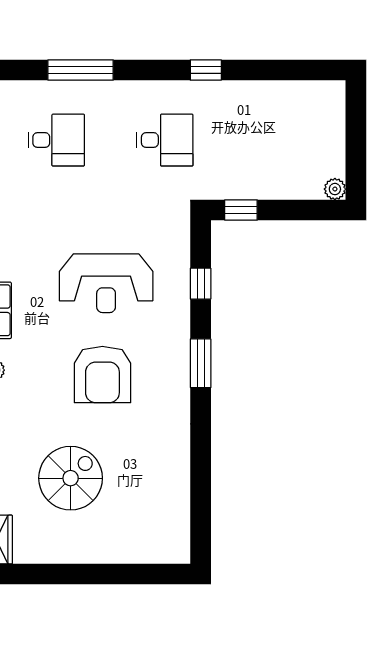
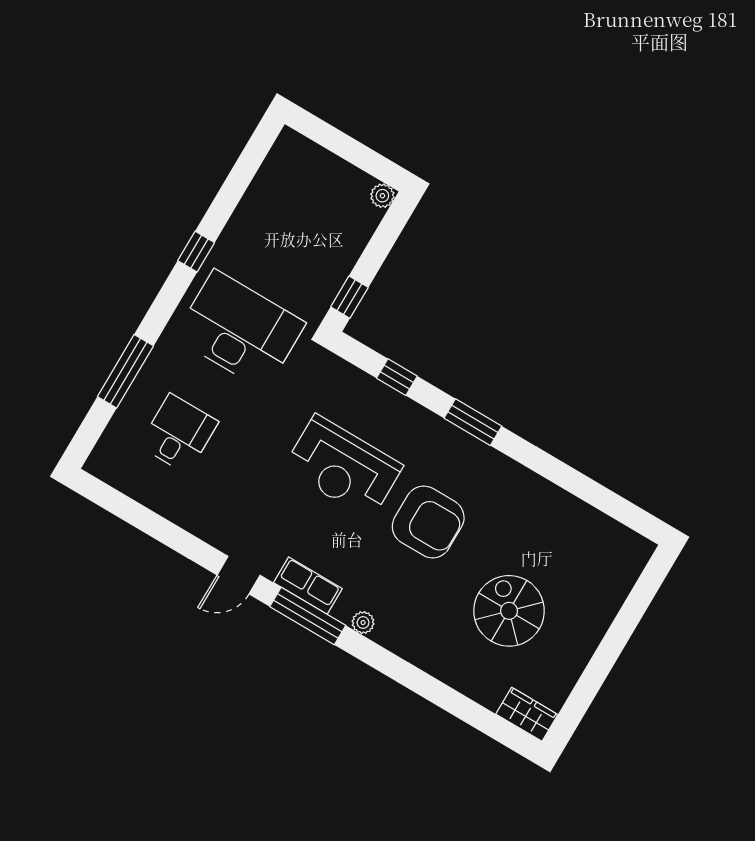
desk: (165, 140) -> (240, 330), width x1.87, depth x1.30
reception desk: (106, 283) -> (343, 467), turned 90

